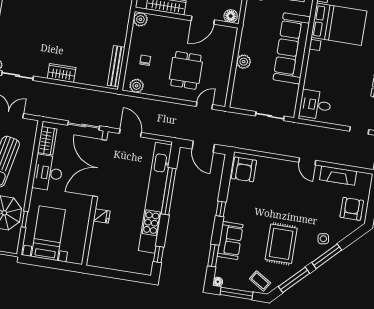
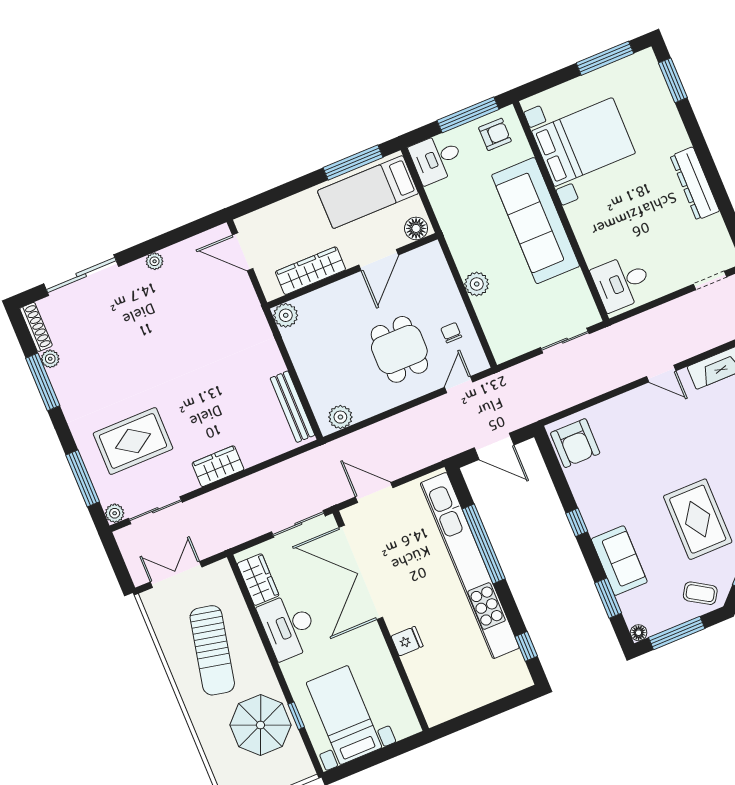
rug: (28, 35) -> (133, 441), added
chair: (145, 60) -> (451, 333), moved

